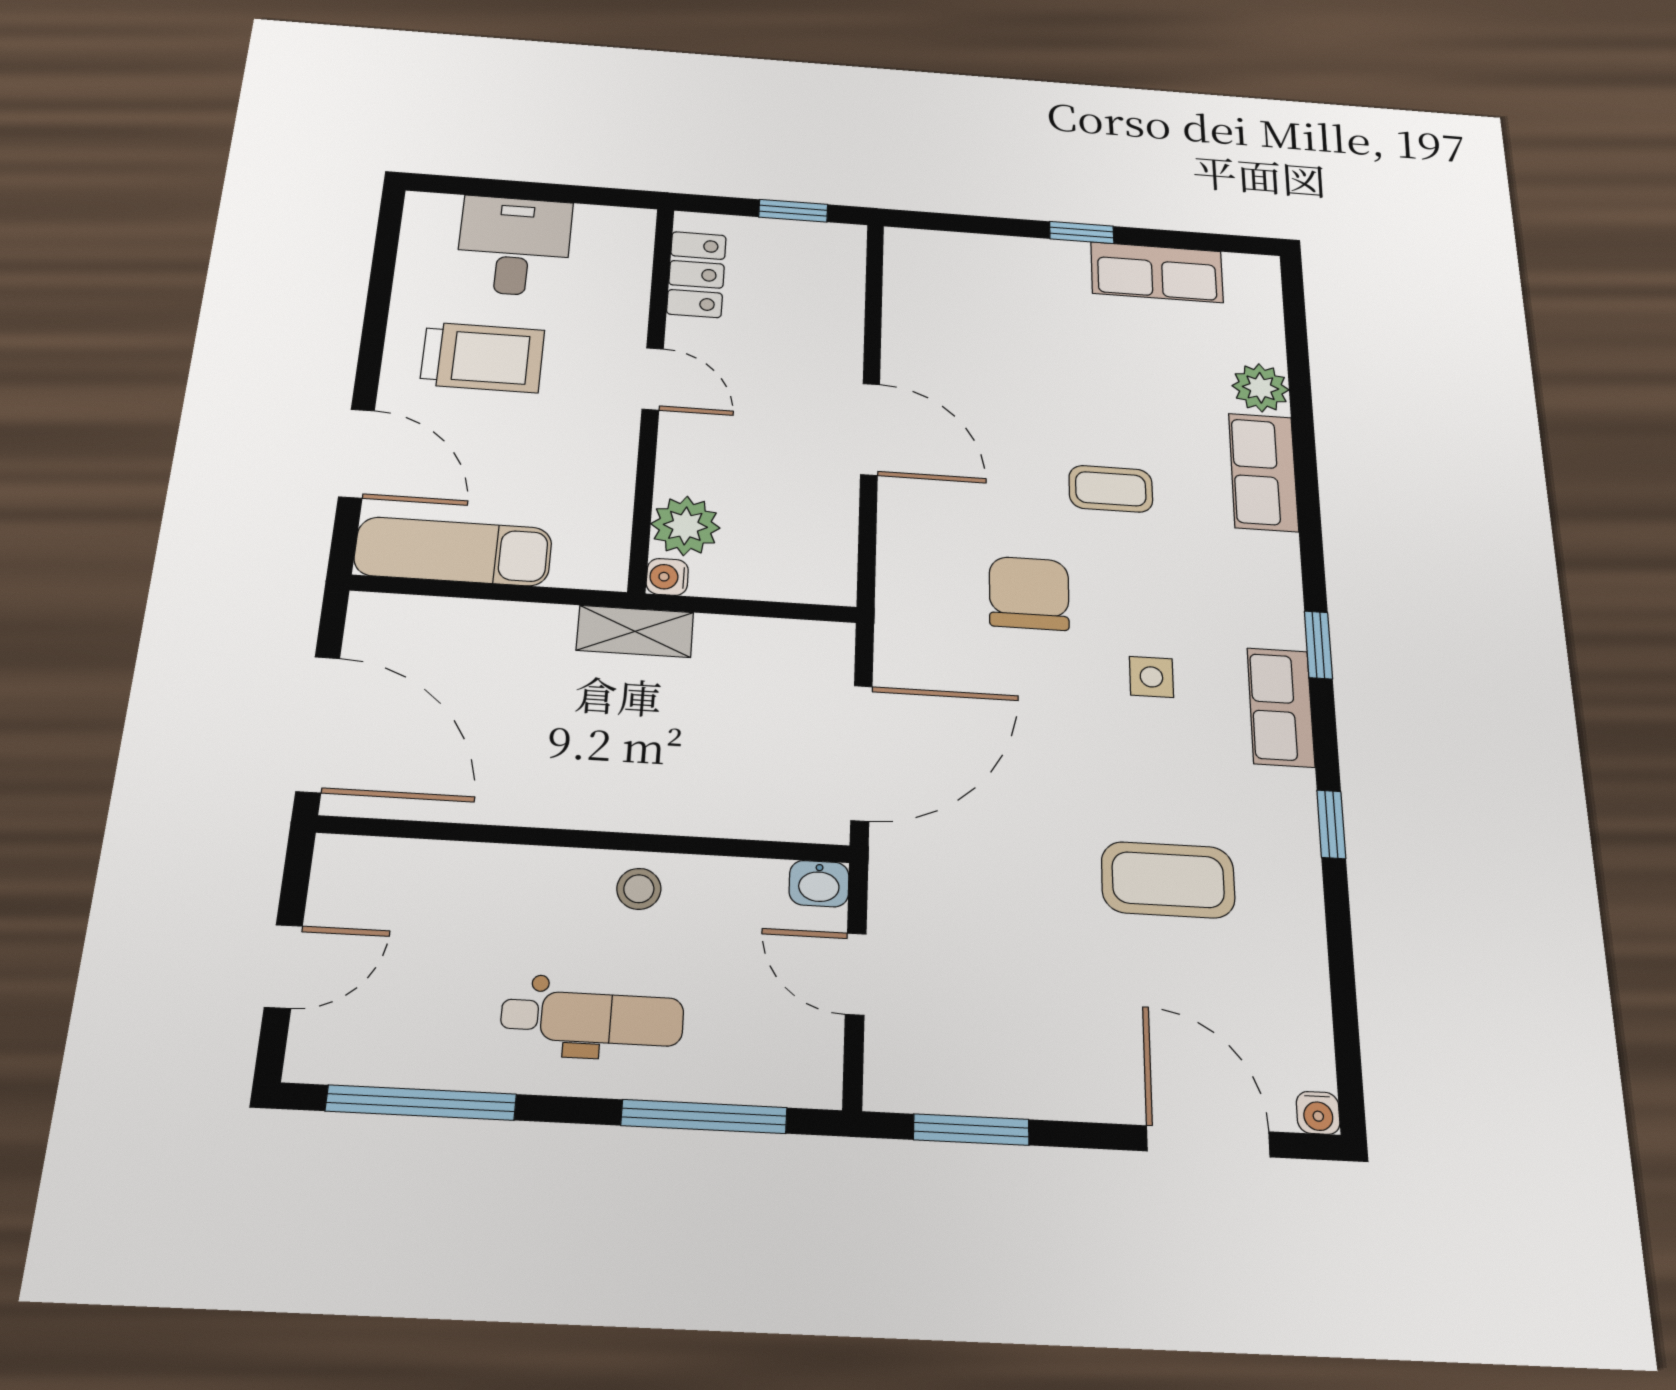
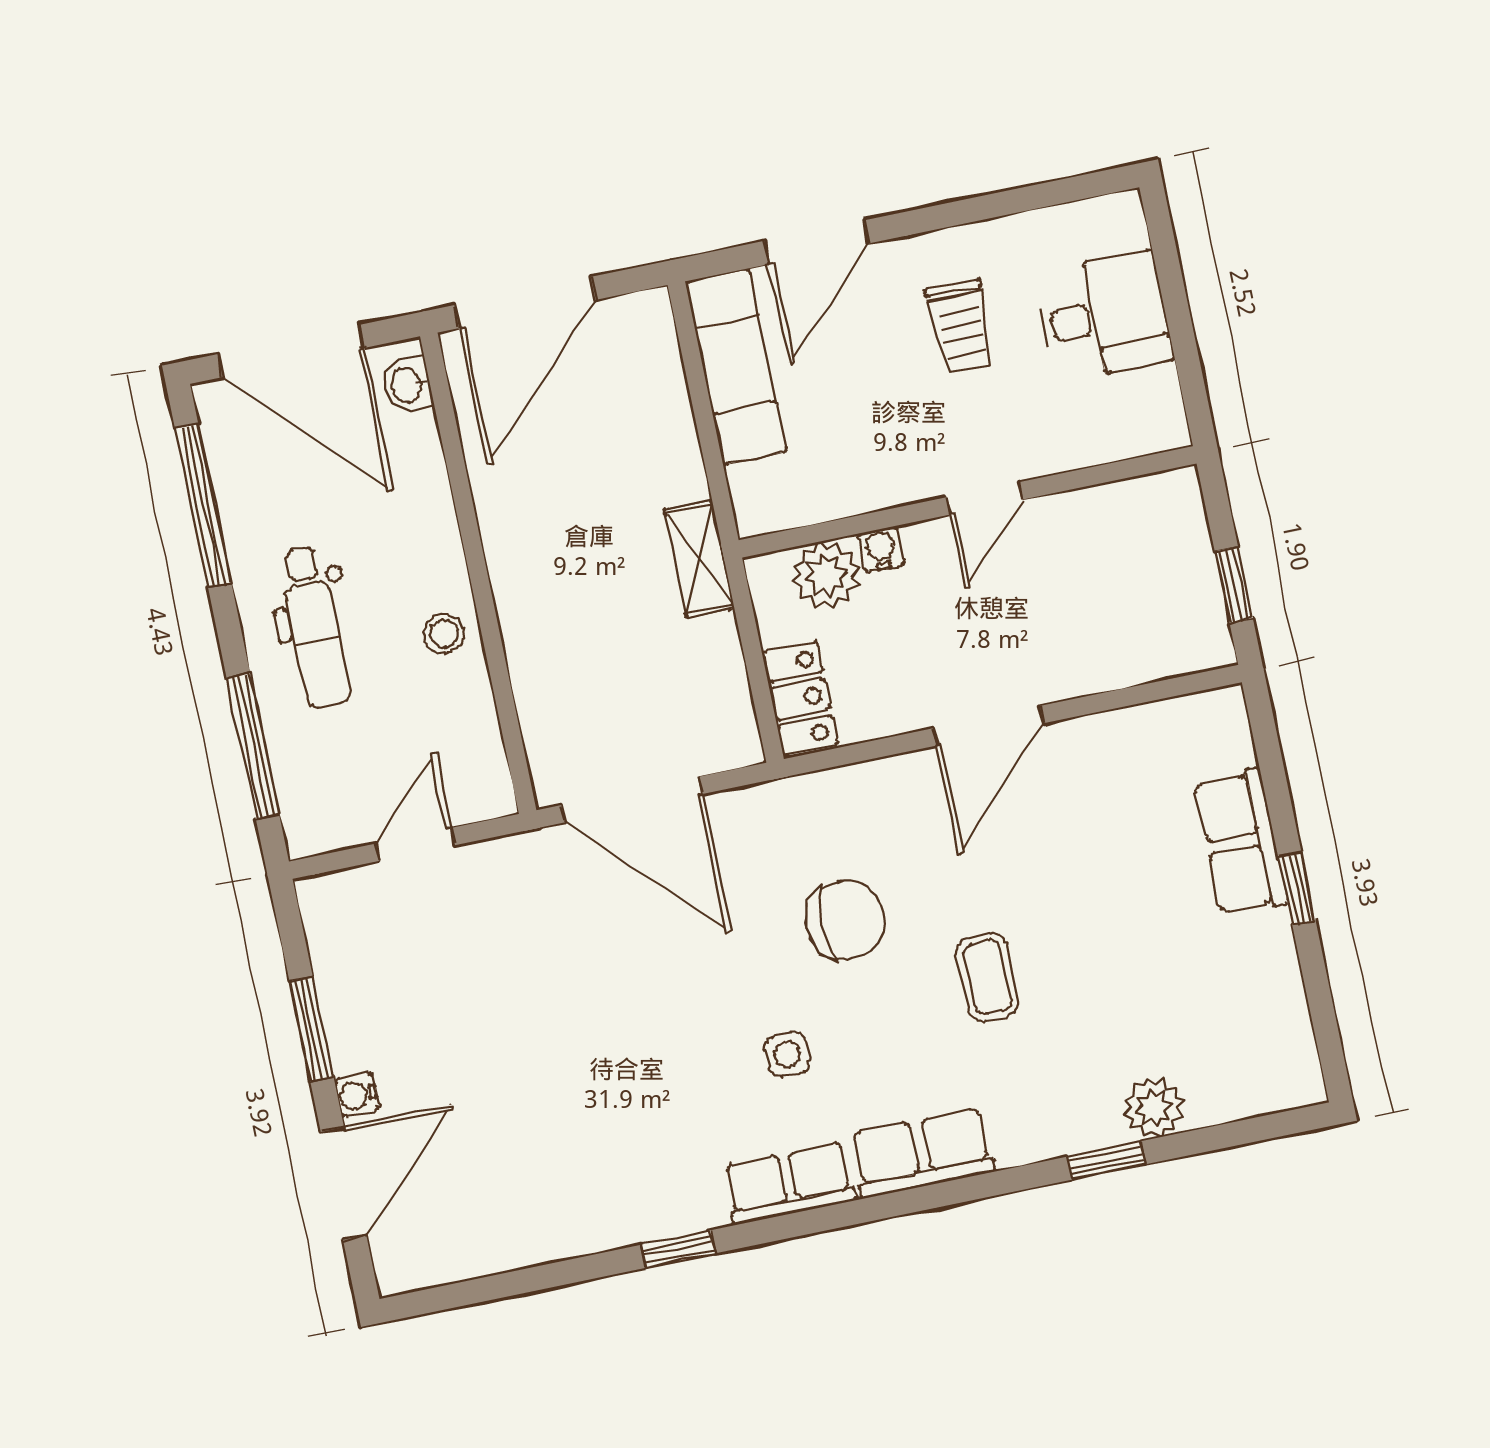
row of seats: (1157, 272) -> (1241, 842), moved
locker: (696, 274) -> (800, 699), moved, turned -90
trolley: (483, 357) -> (961, 326), width x0.73, depth x0.72
row of seats: (1263, 472) -> (922, 1153), moved
water cooler: (667, 577) -> (881, 549), moved
window: (1318, 645) -> (1106, 1160), moved
coffee table: (1168, 880) -> (581, 1106), removed
washbasin: (819, 884) -> (408, 385), moved
door: (283, 966) -> (291, 351), width x1.87
water cooler: (1318, 1113) -> (357, 1095), moved
window: (971, 1130) -> (312, 1029), moved

